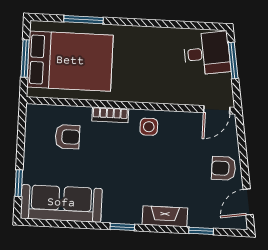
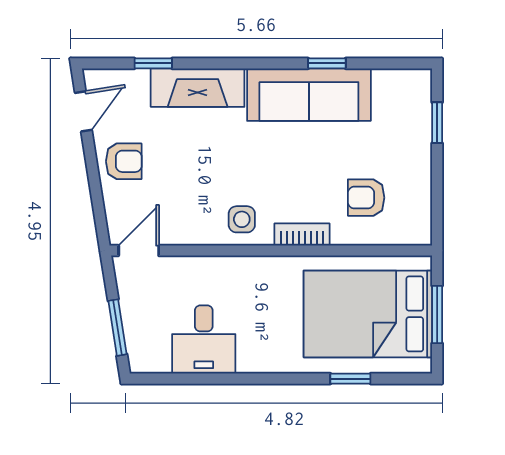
window: (83, 20) -> (350, 379), width x0.67
desk: (207, 53) -> (204, 340), moved, turned -81
sofa: (61, 203) -> (309, 95), moved
fireplace: (165, 216) -> (198, 88), width x1.37, depth x1.32
window: (122, 227) -> (327, 63), moved

